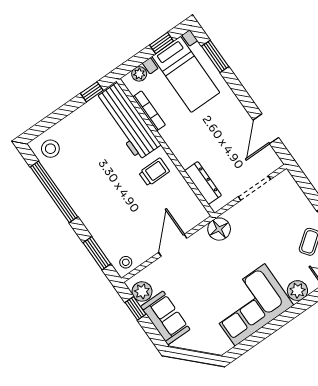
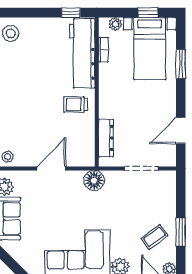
window: (215, 56) -> (181, 64), moved
bookcase: (149, 111) -> (103, 50), width x0.64
trolley: (154, 172) -> (75, 104), turned 180

